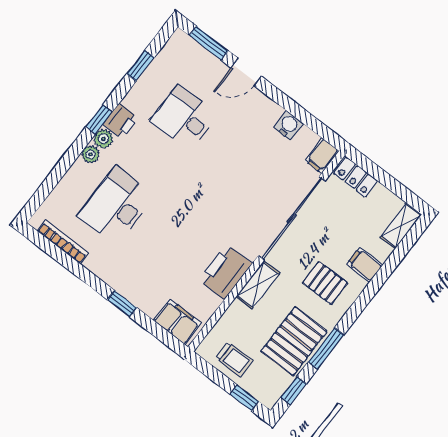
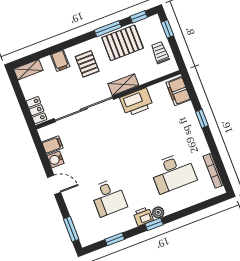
door: (246, 72) -> (54, 185), moved
plant: (91, 154) -> (170, 208), removed
filing cabinet: (322, 156) -> (52, 145), moved

